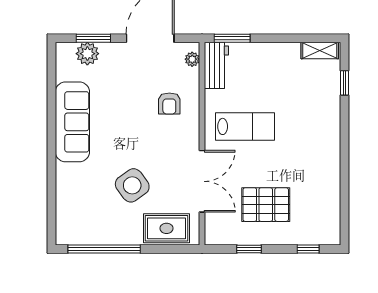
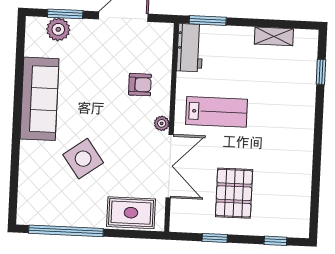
shelving: (320, 51) -> (274, 36), moved
plant: (192, 59) -> (162, 123), moved
armchair: (169, 103) -> (140, 85), turned -90
side table: (132, 185) -> (83, 159), moved
pallet: (266, 205) -> (234, 193), turned 90

